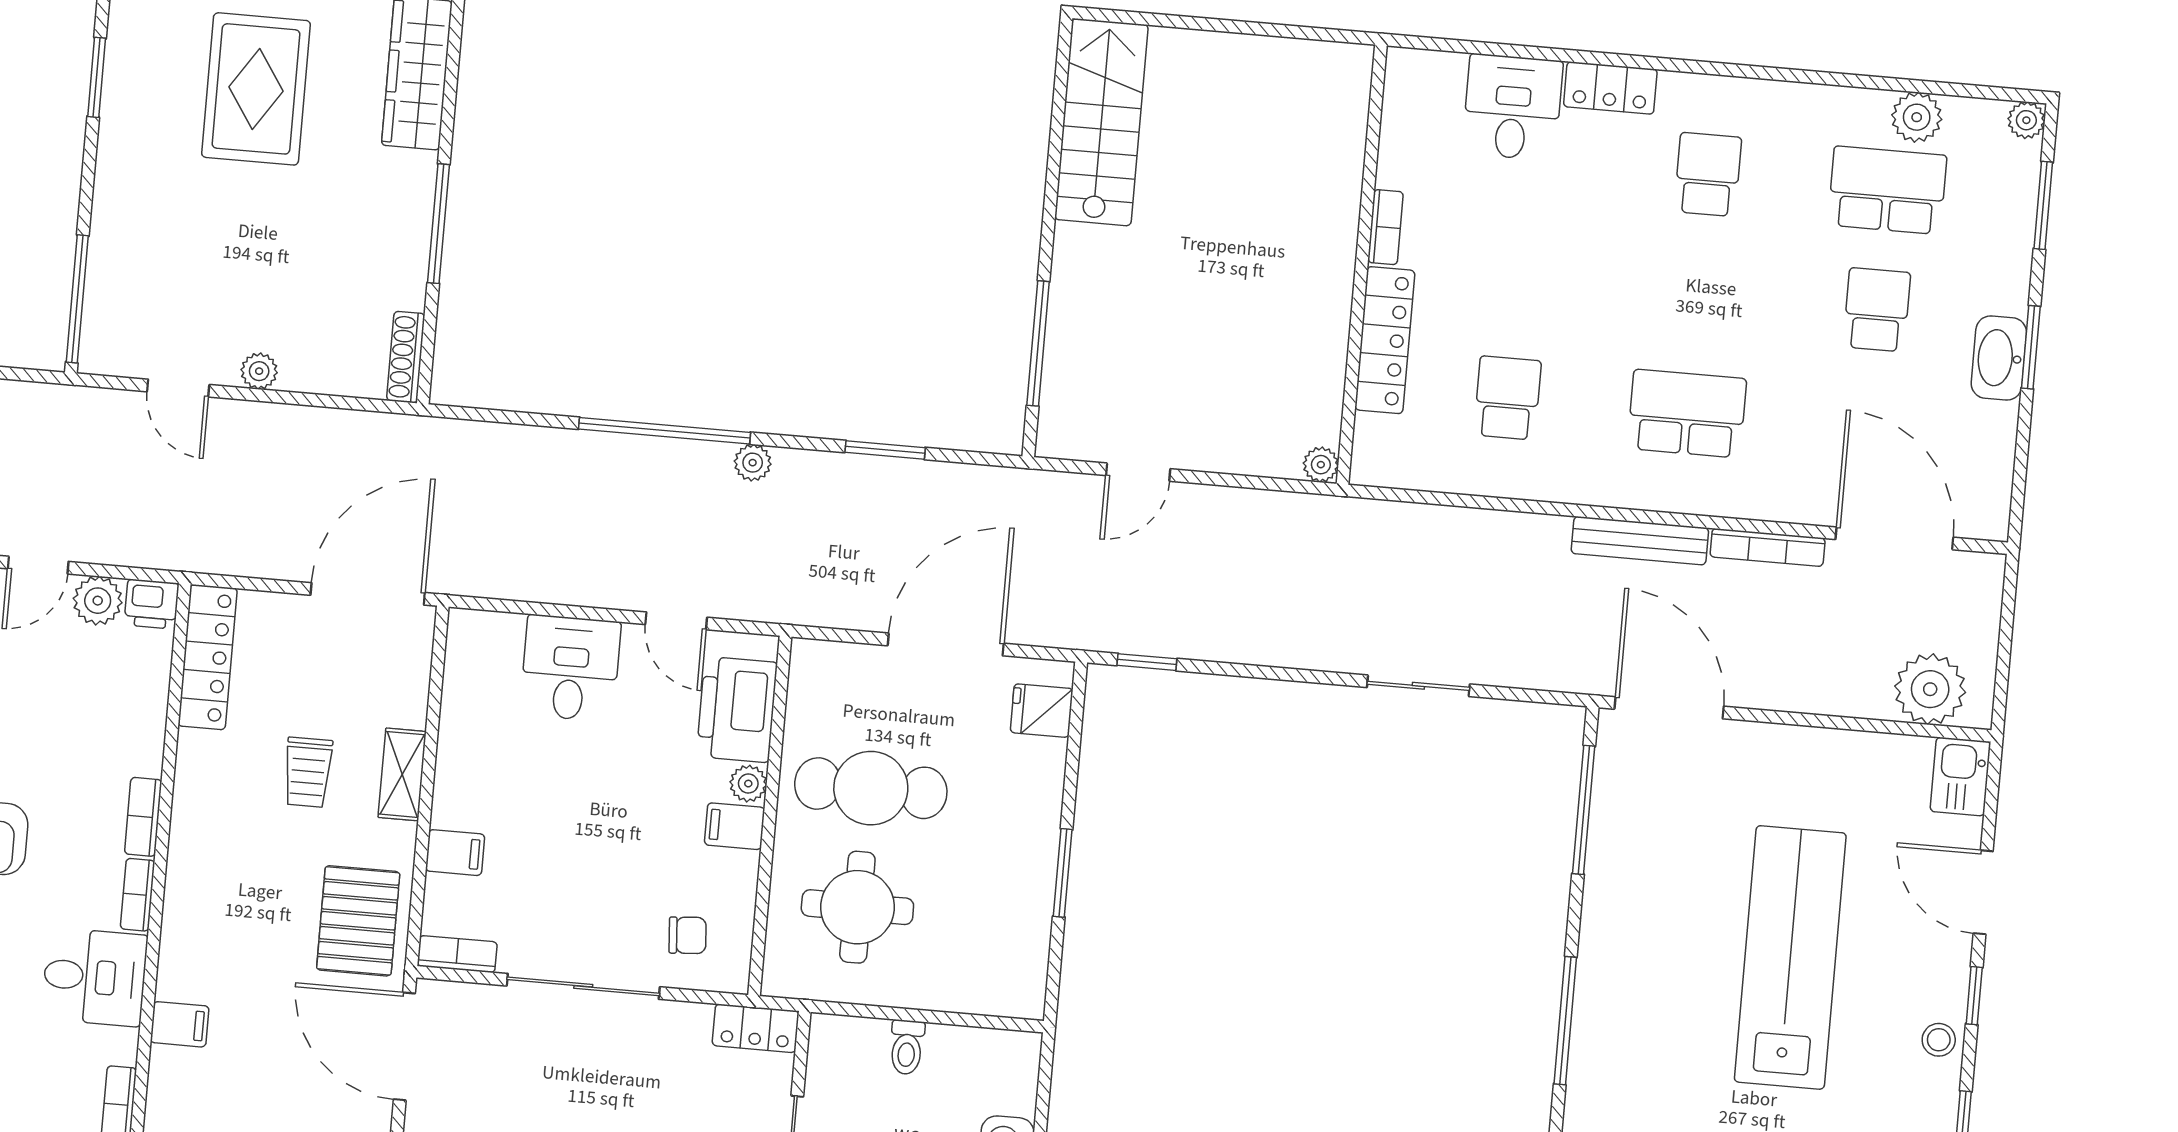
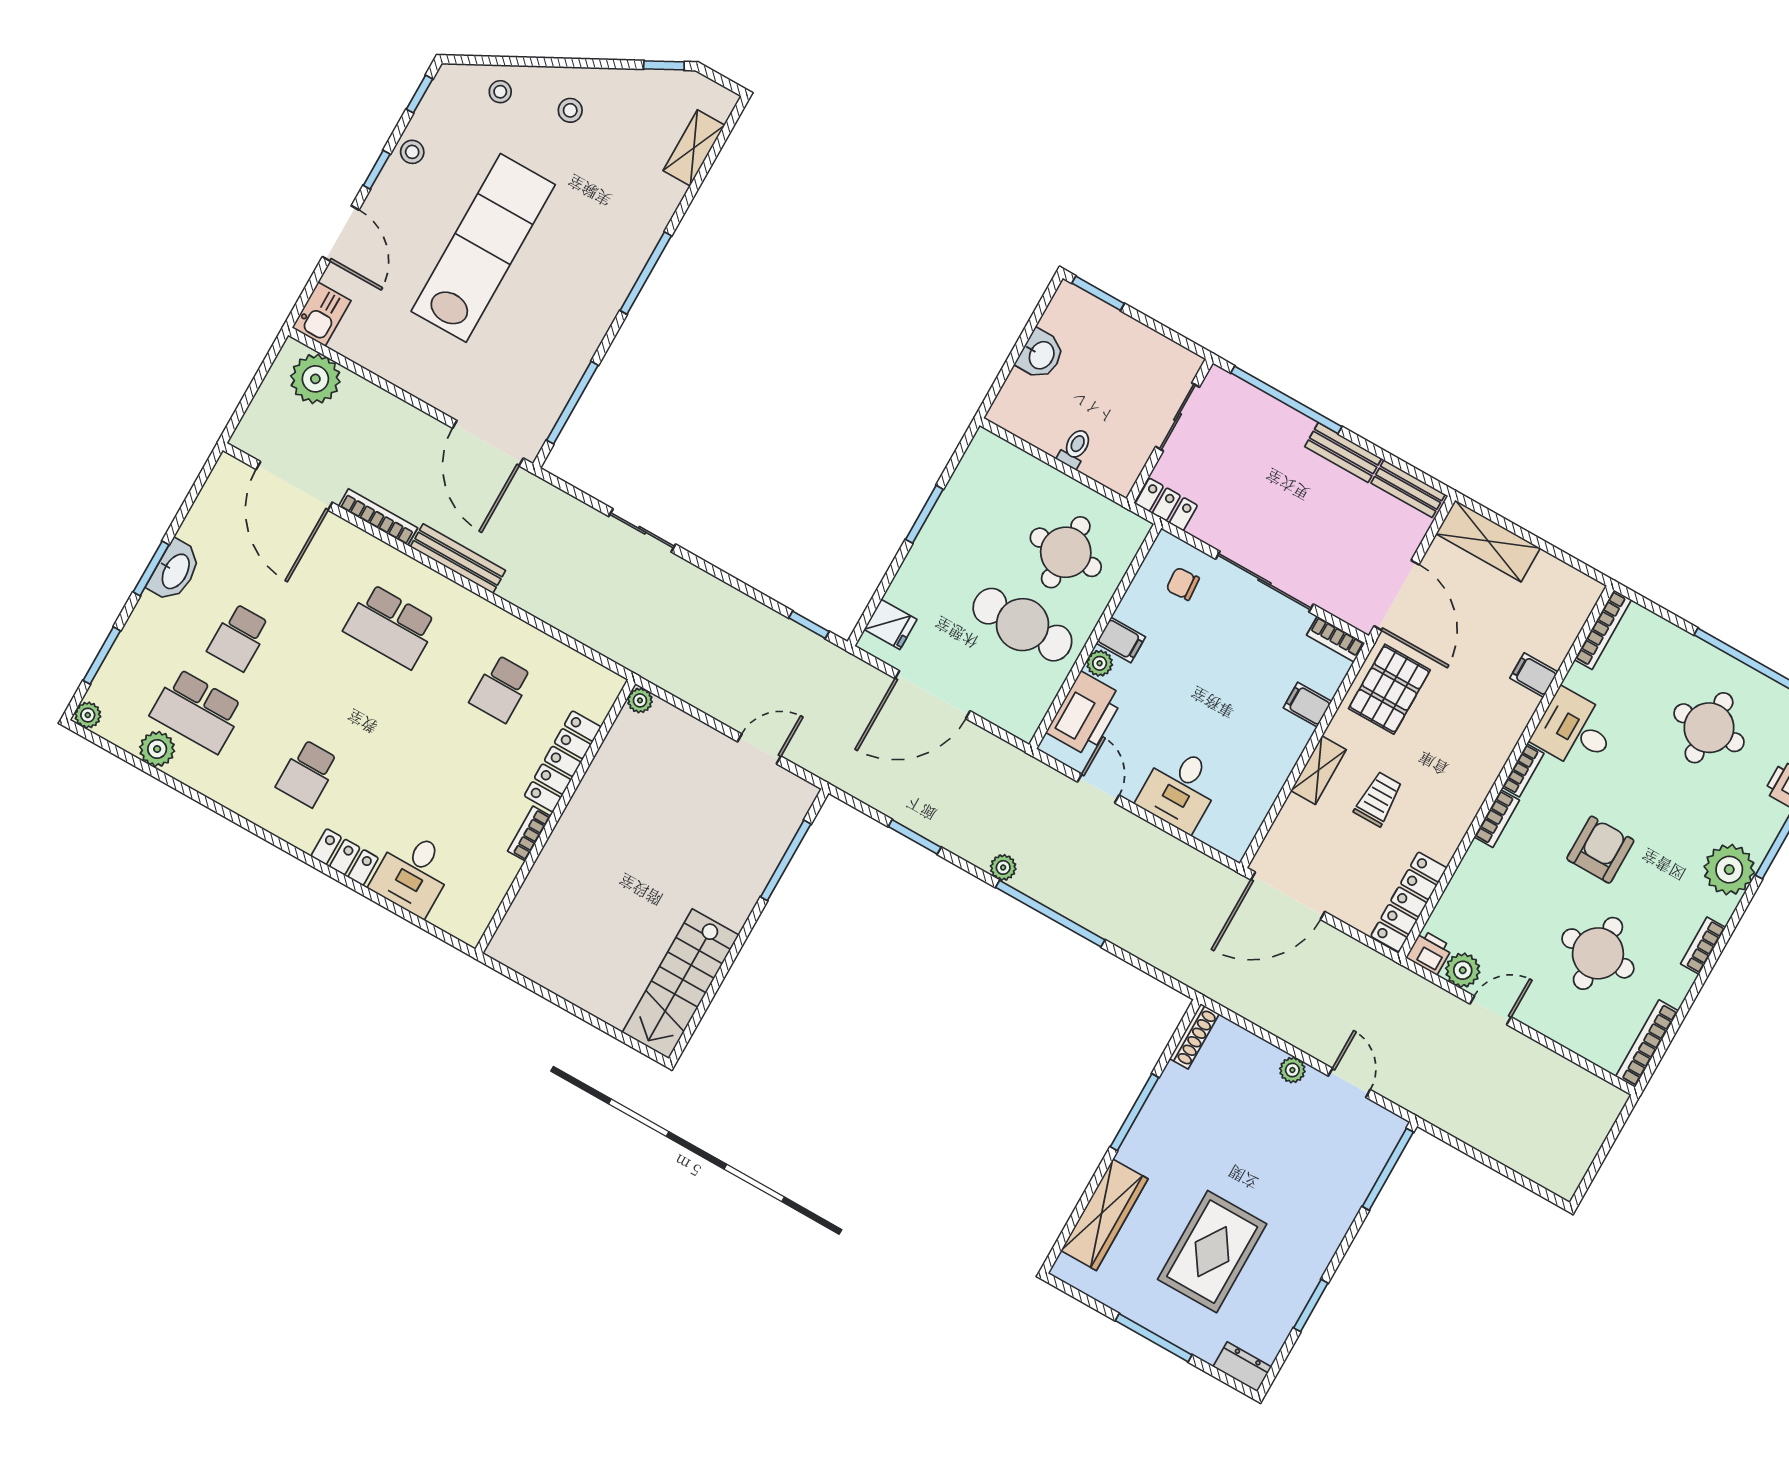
lab bench: (1790, 957) -> (483, 248), turned 180

